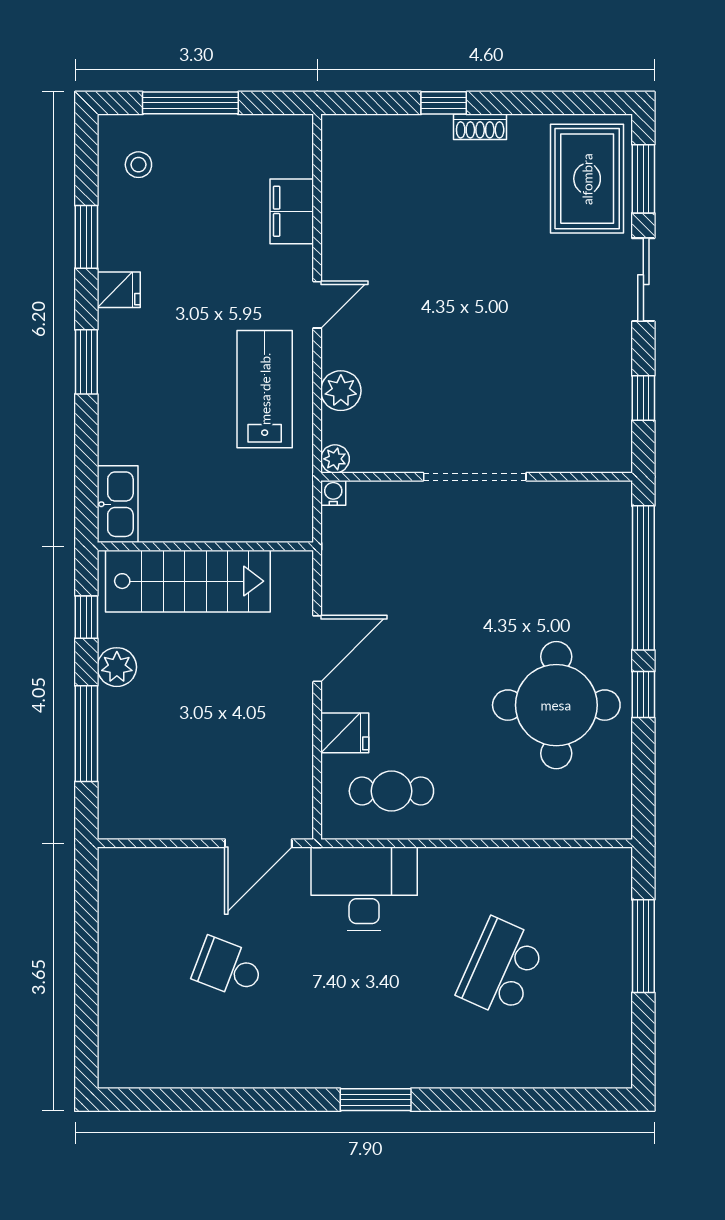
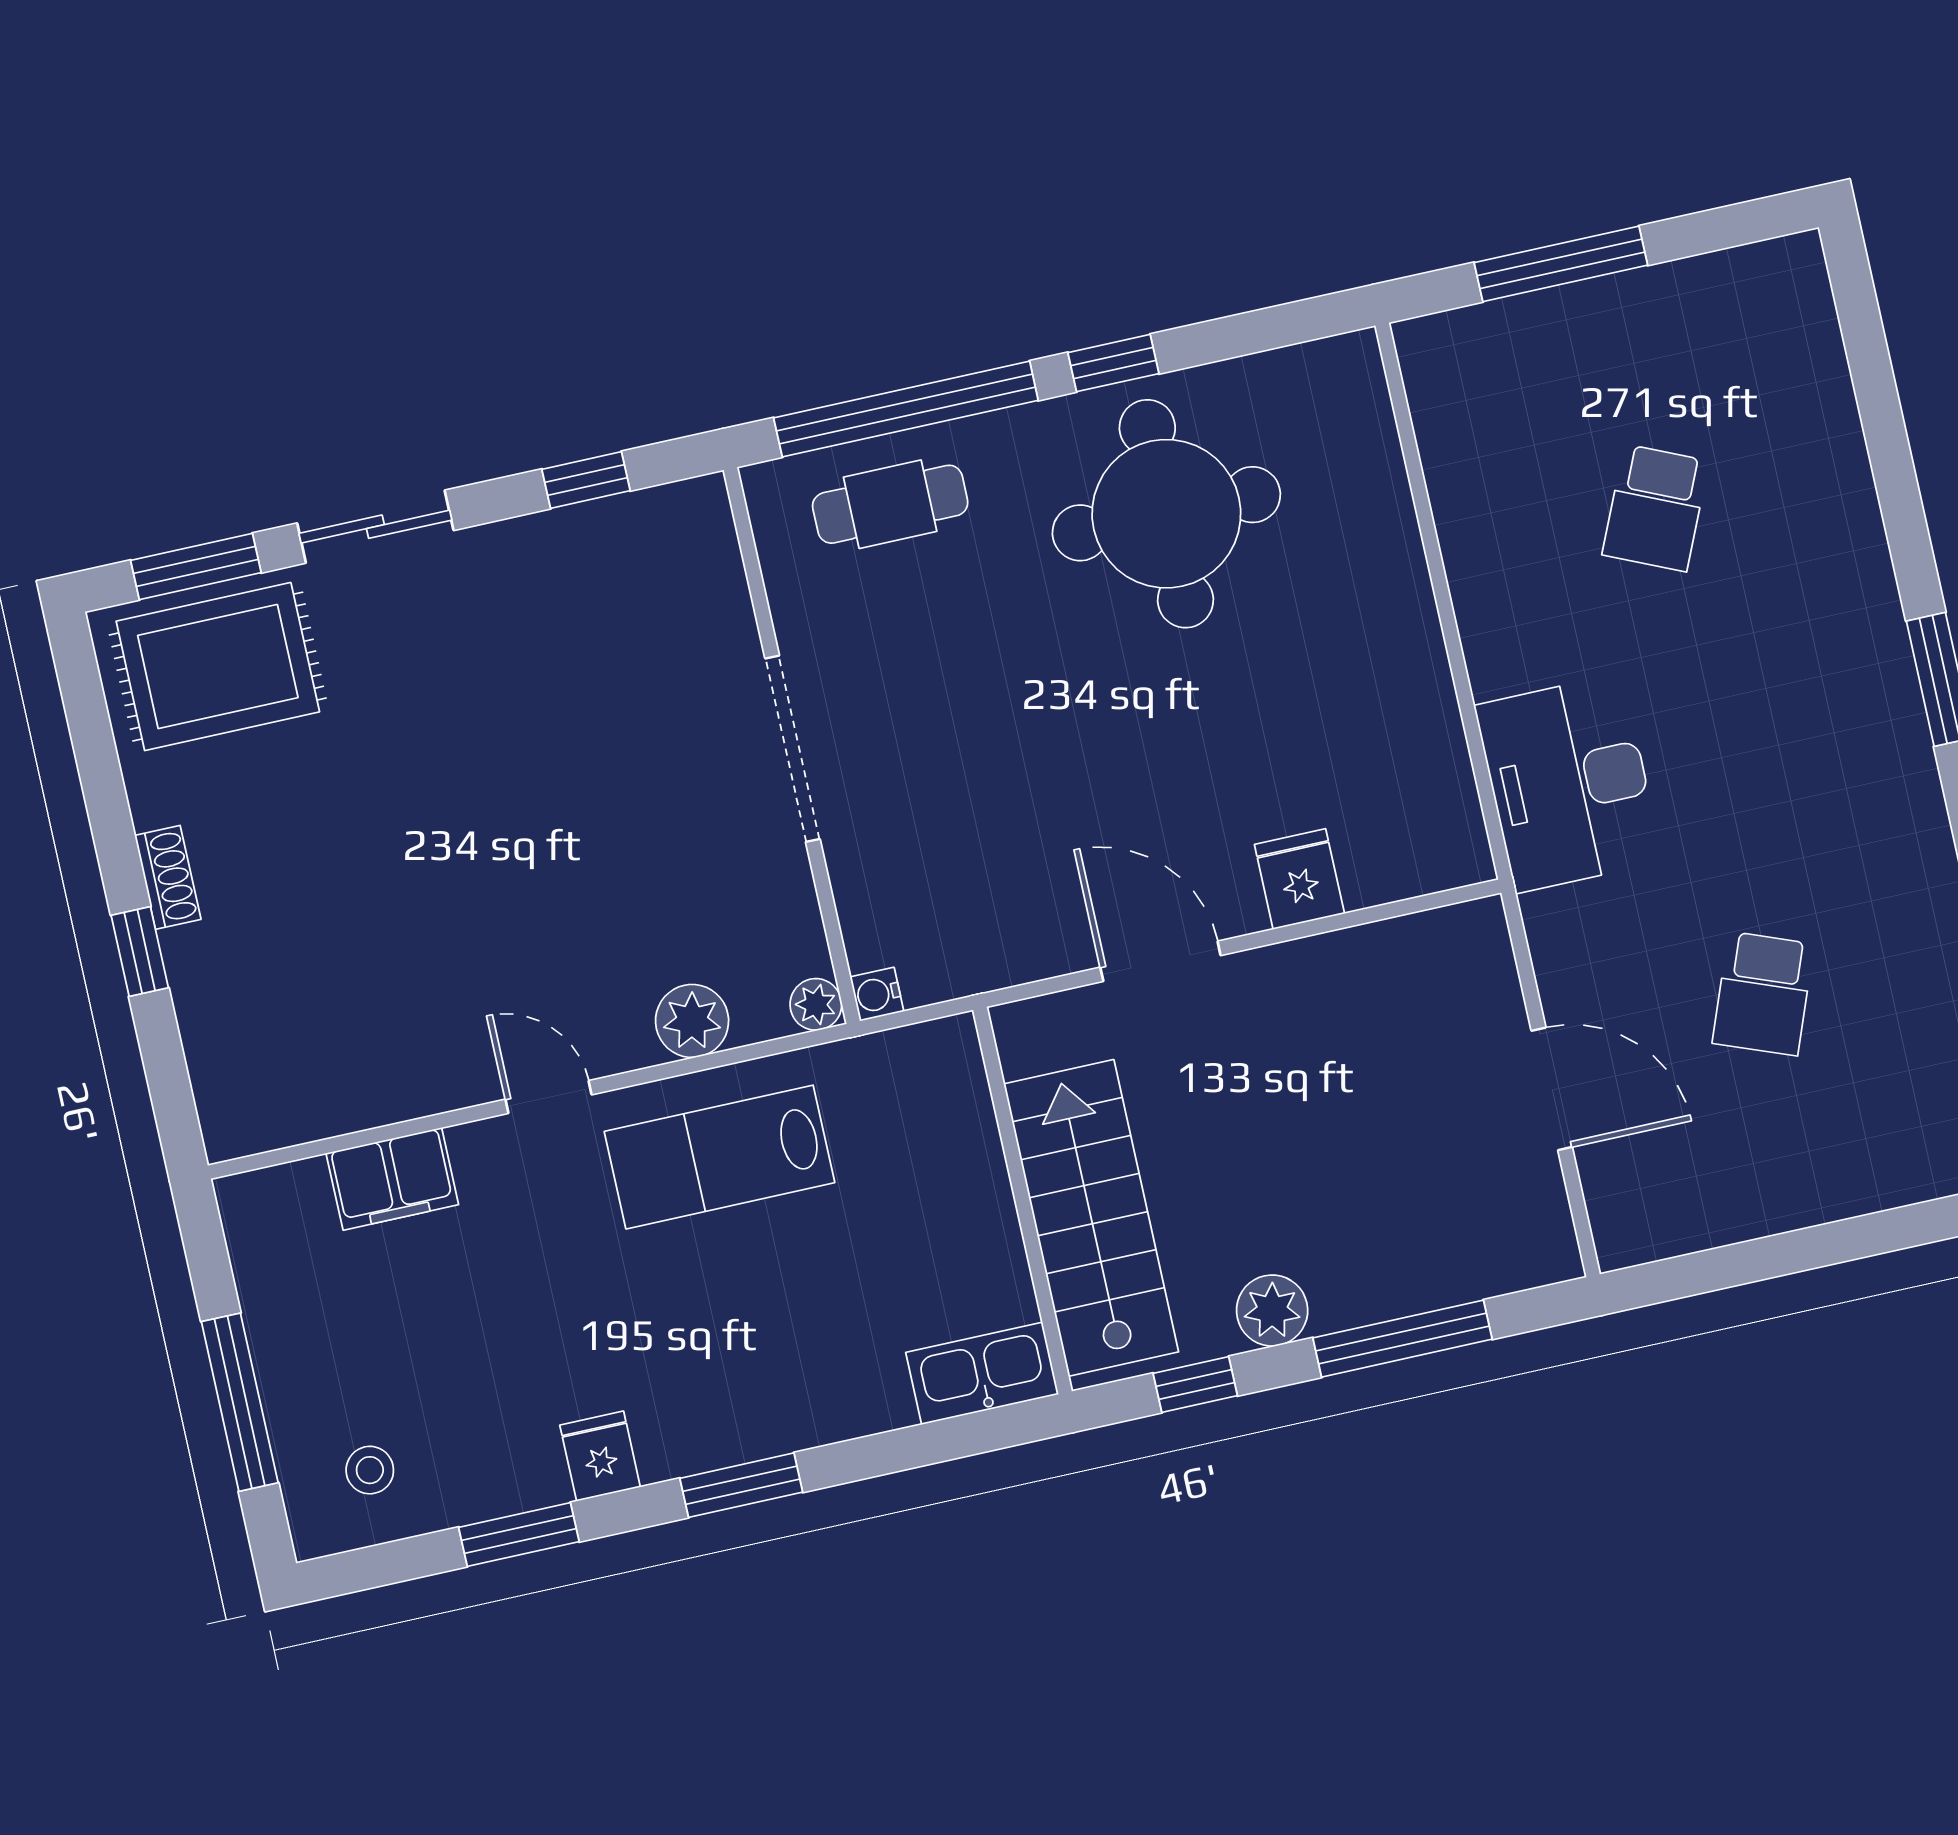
cafe table: (391, 791) -> (890, 504), moved, turned 90
door: (258, 843) -> (1552, 1089), moved
school desk: (501, 968) -> (1656, 508), width x0.54

